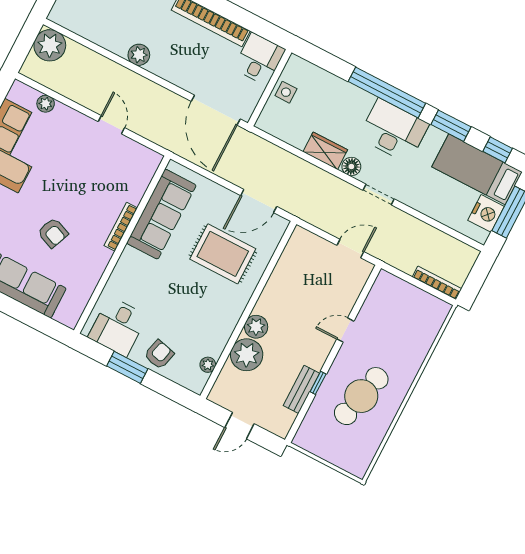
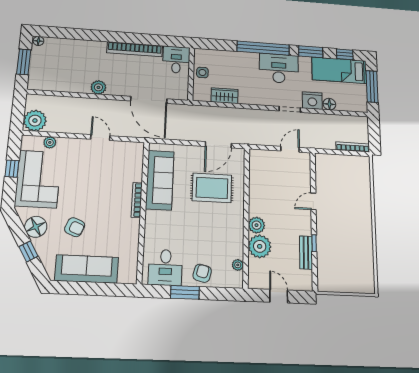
plant: (50, 45) -> (35, 121), moved
door: (216, 110) -> (149, 100), moved
wardrobe: (325, 151) -> (225, 96), moved
floor lamp: (351, 167) -> (329, 104), moved
nightstand: (486, 213) -> (312, 101), moved, turned 90
armchair: (53, 233) -> (75, 227), moved
cafe table: (361, 396) -> (345, 239), removed
door: (239, 426) -> (279, 296), swing flipped

